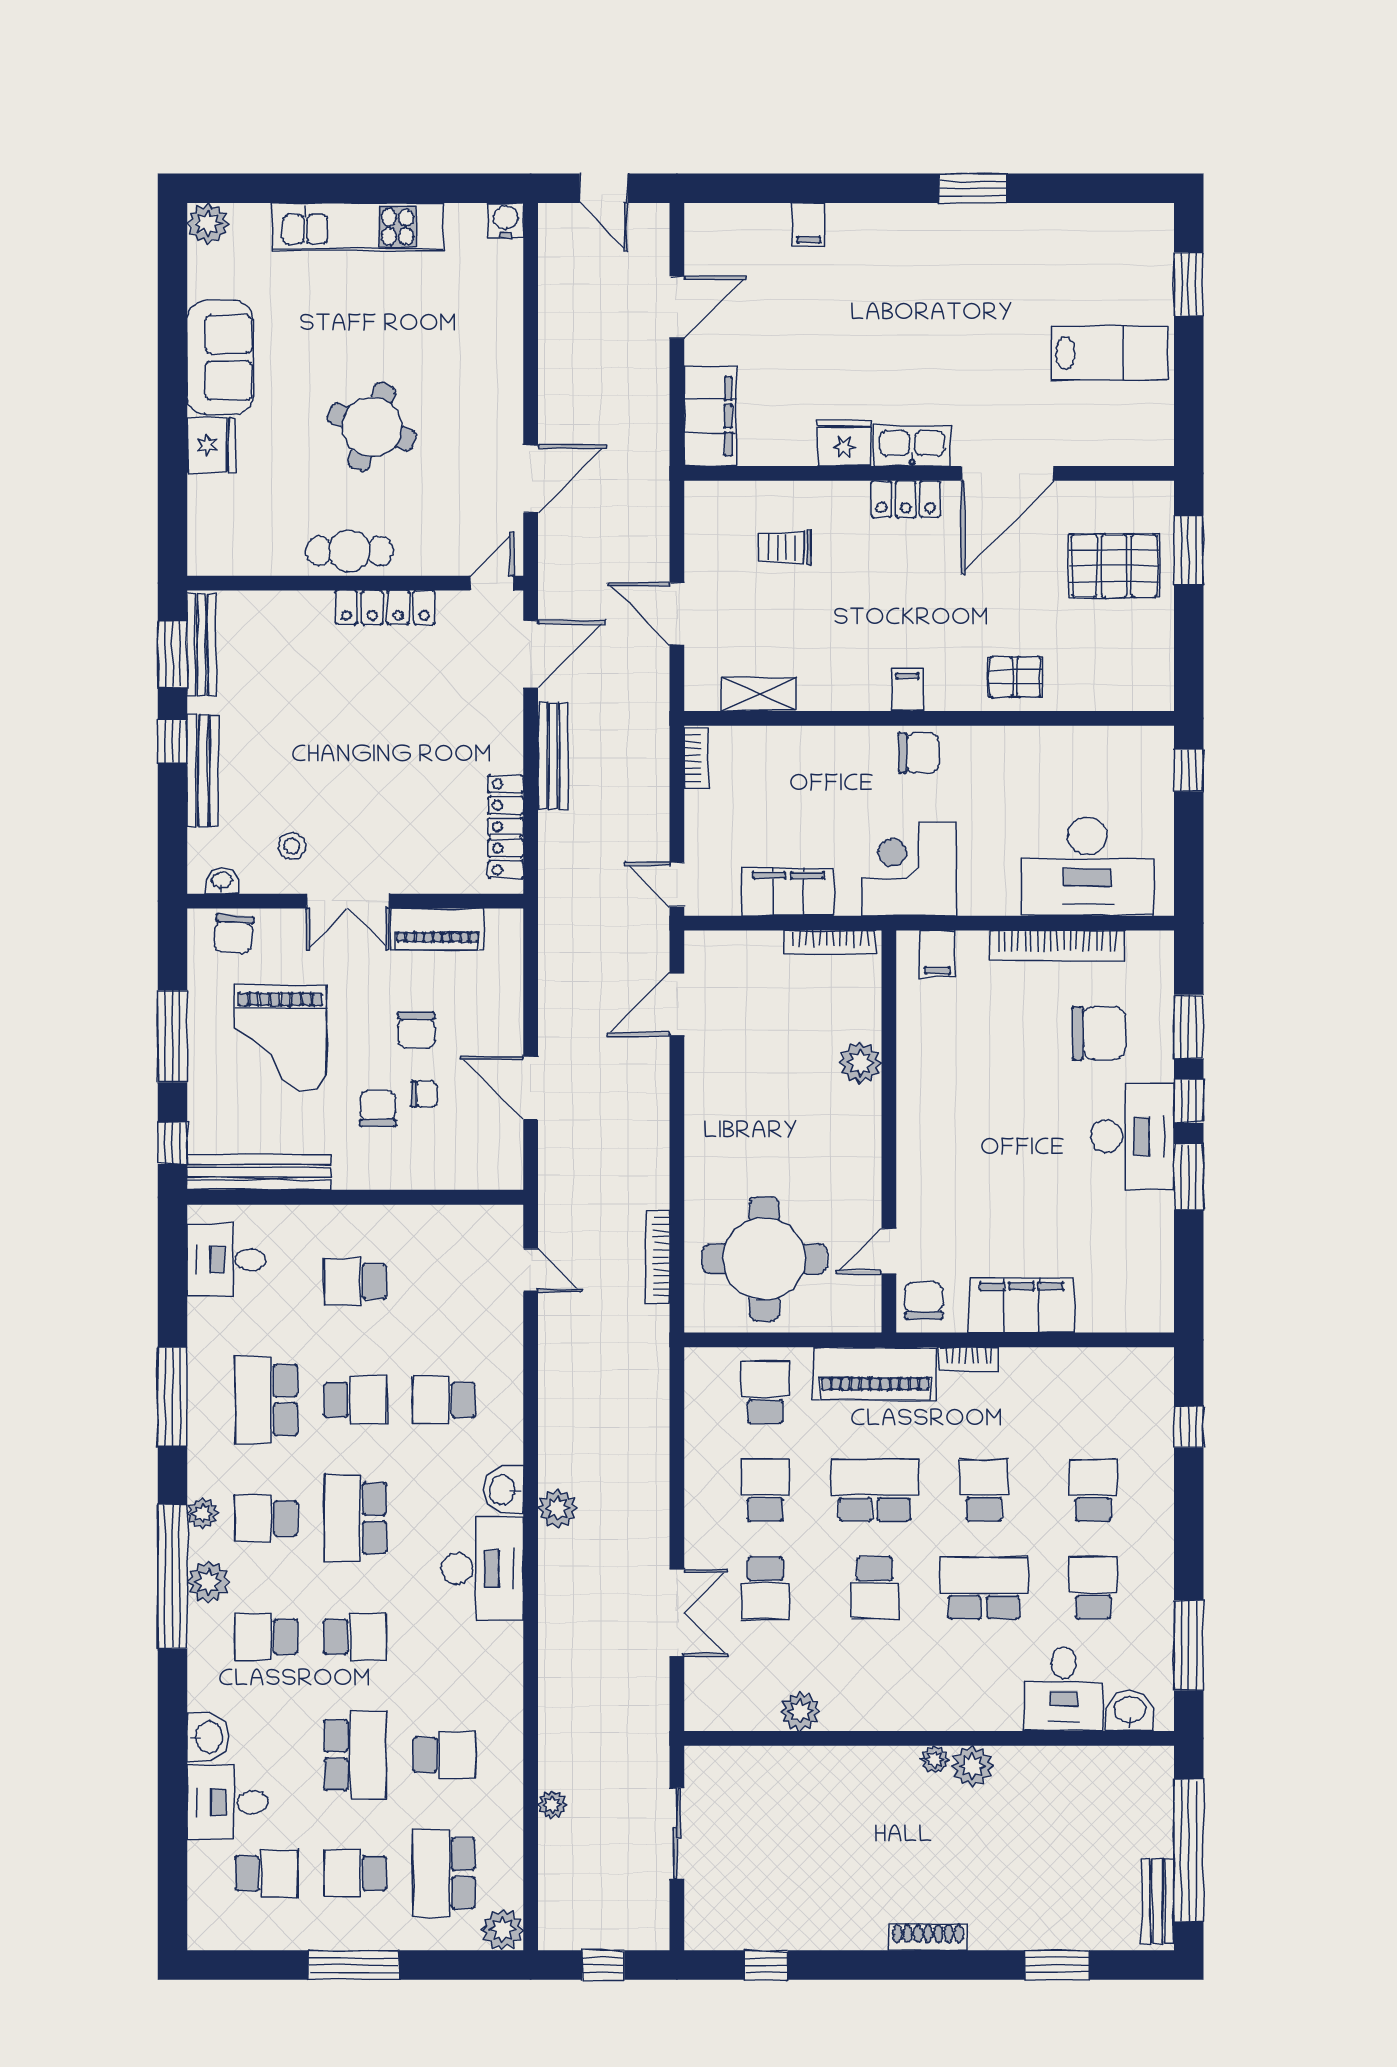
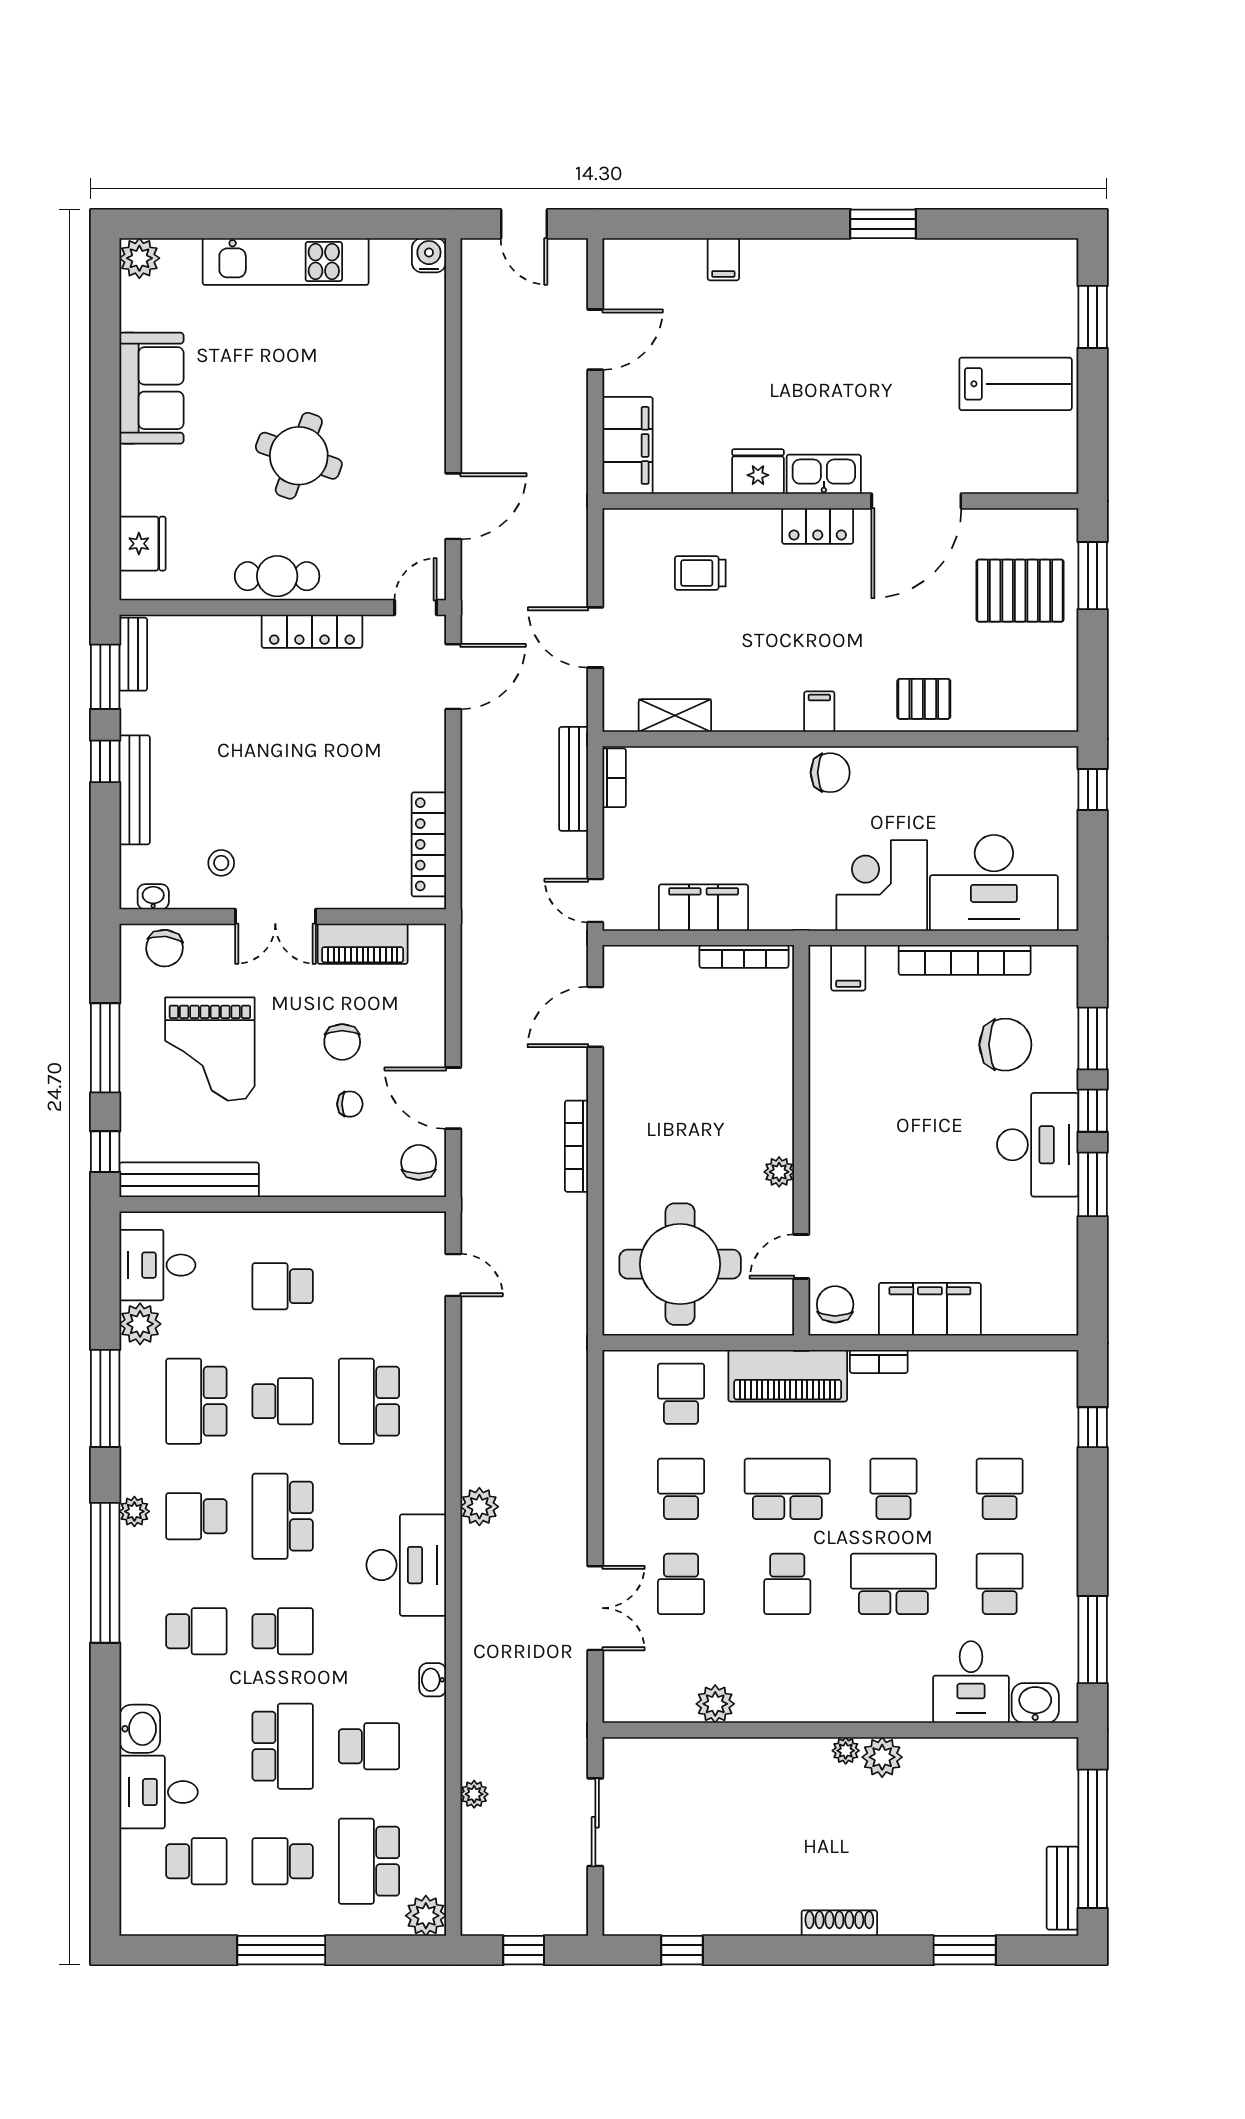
fridge: (211, 445) -> (142, 544), moved
bench: (201, 645) -> (133, 654), width x0.73
bench: (553, 755) -> (574, 779), moved
corner desk: (909, 869) -> (882, 885), moved
plant: (860, 1063) -> (779, 1172), moved, width x0.73, depth x0.73
chair: (378, 1109) -> (419, 1162), moved
bookcase: (658, 1257) -> (576, 1146), moved
school desk: (444, 1400) -> (369, 1401), width x1.85
washbasin: (503, 1490) -> (433, 1680), moved, width x0.72, depth x0.69
plant: (208, 1582) -> (140, 1324), moved
school desk: (266, 1637) -> (196, 1631), turned 180

